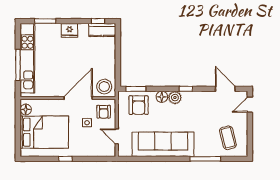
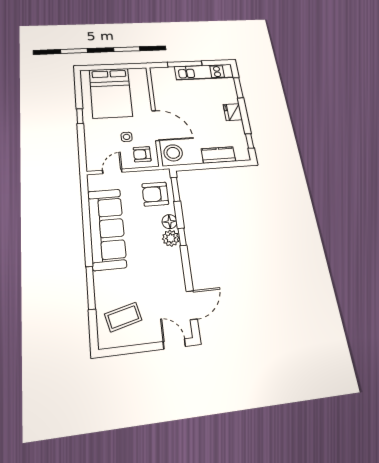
kitchen counter: (102, 30) -> (218, 155), moved, turned 90
kitchen unit: (27, 58) -> (204, 72), width x0.73
window: (186, 89) -> (182, 237), moved
floor lamp: (26, 109) -> (135, 73), removed

